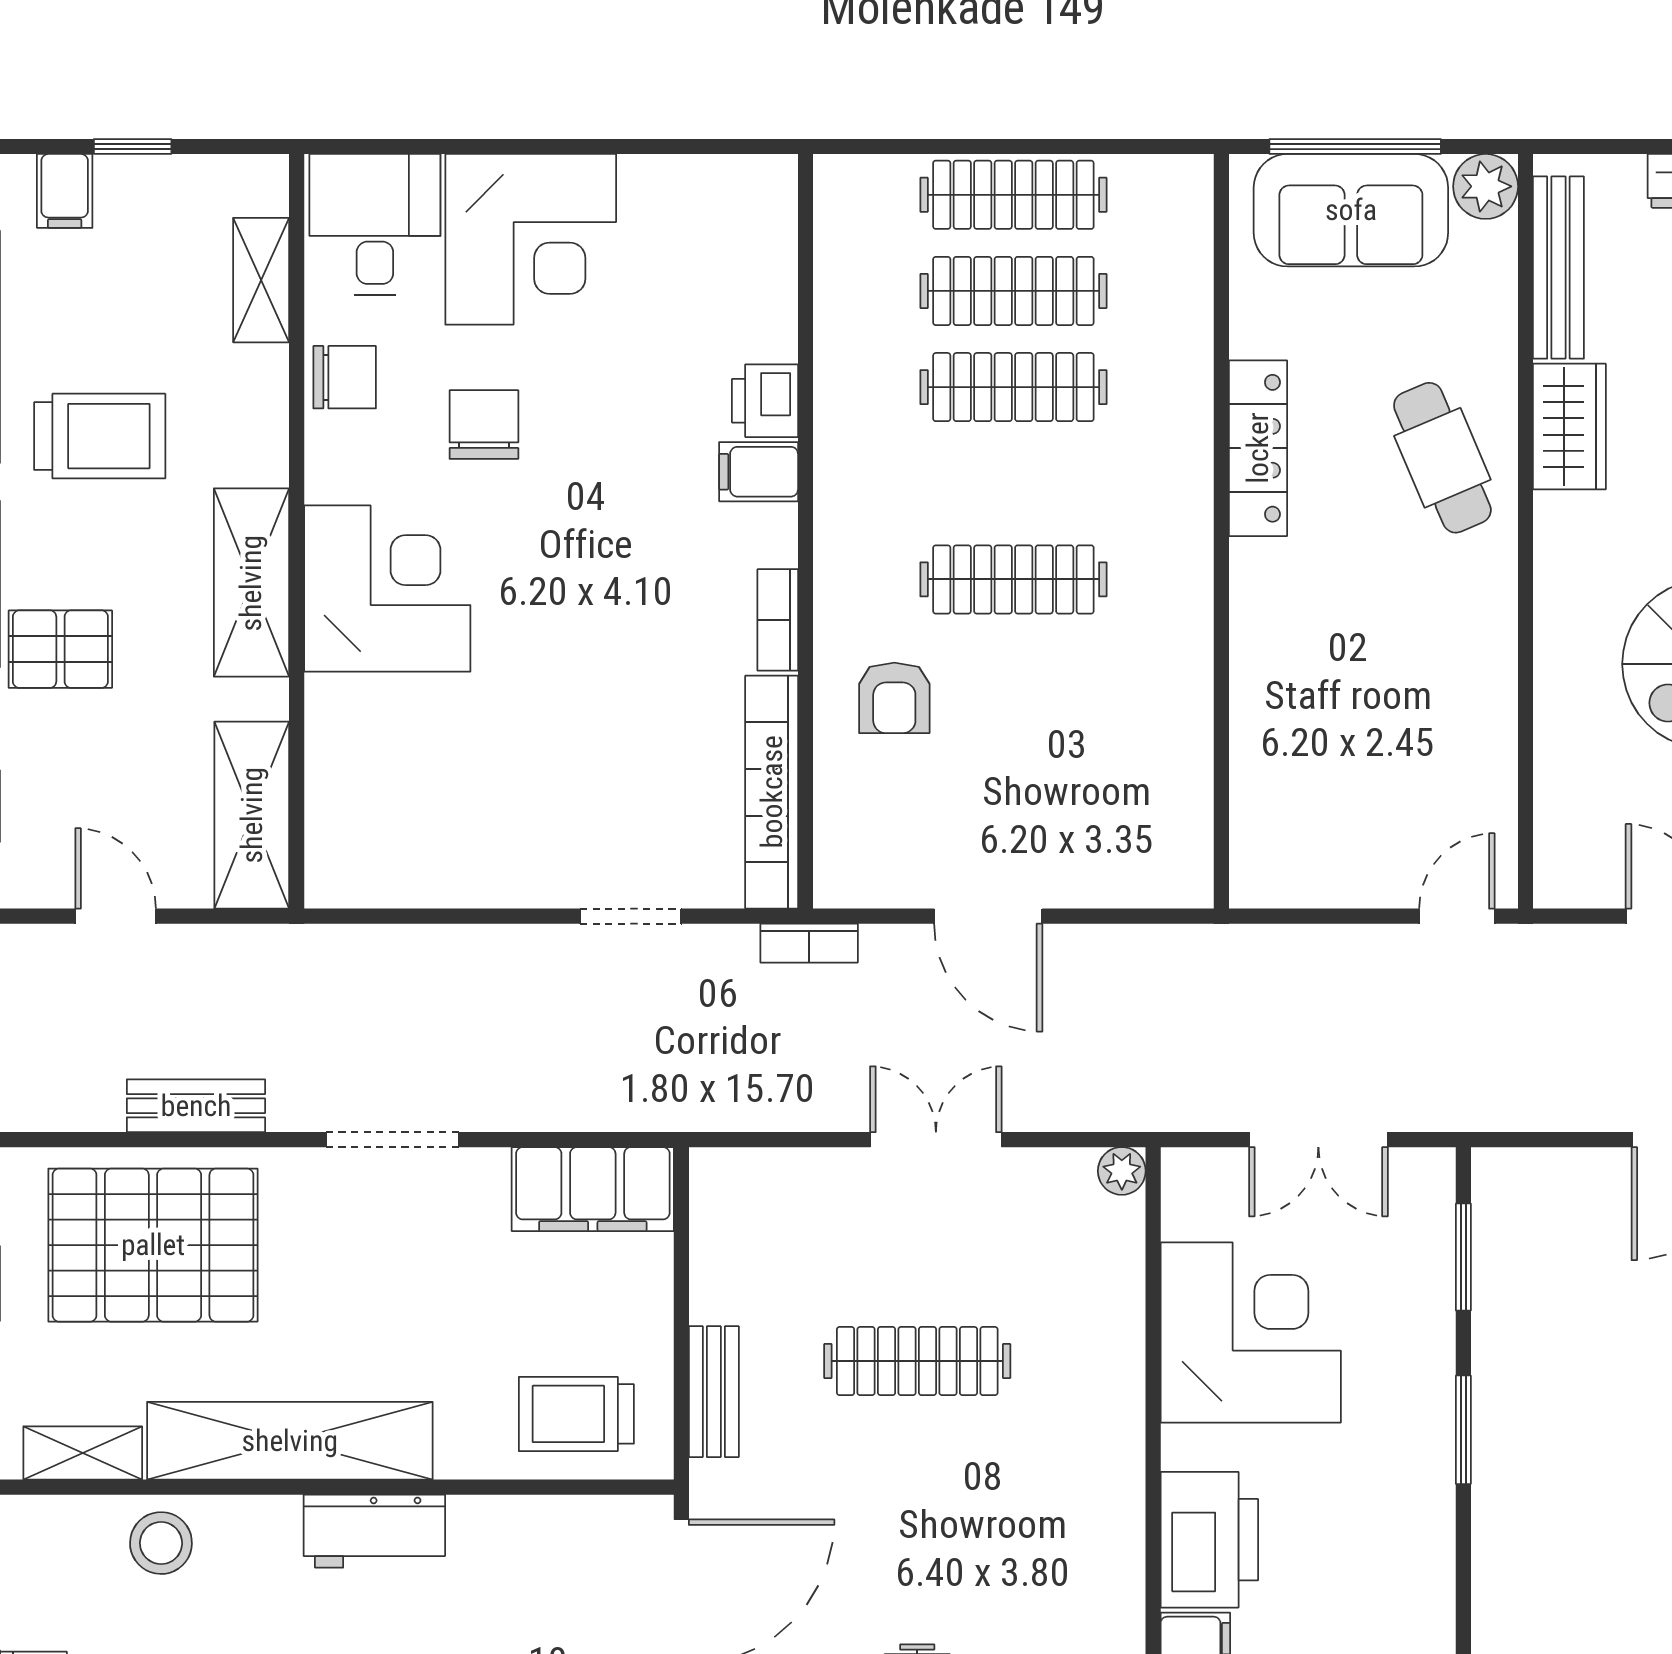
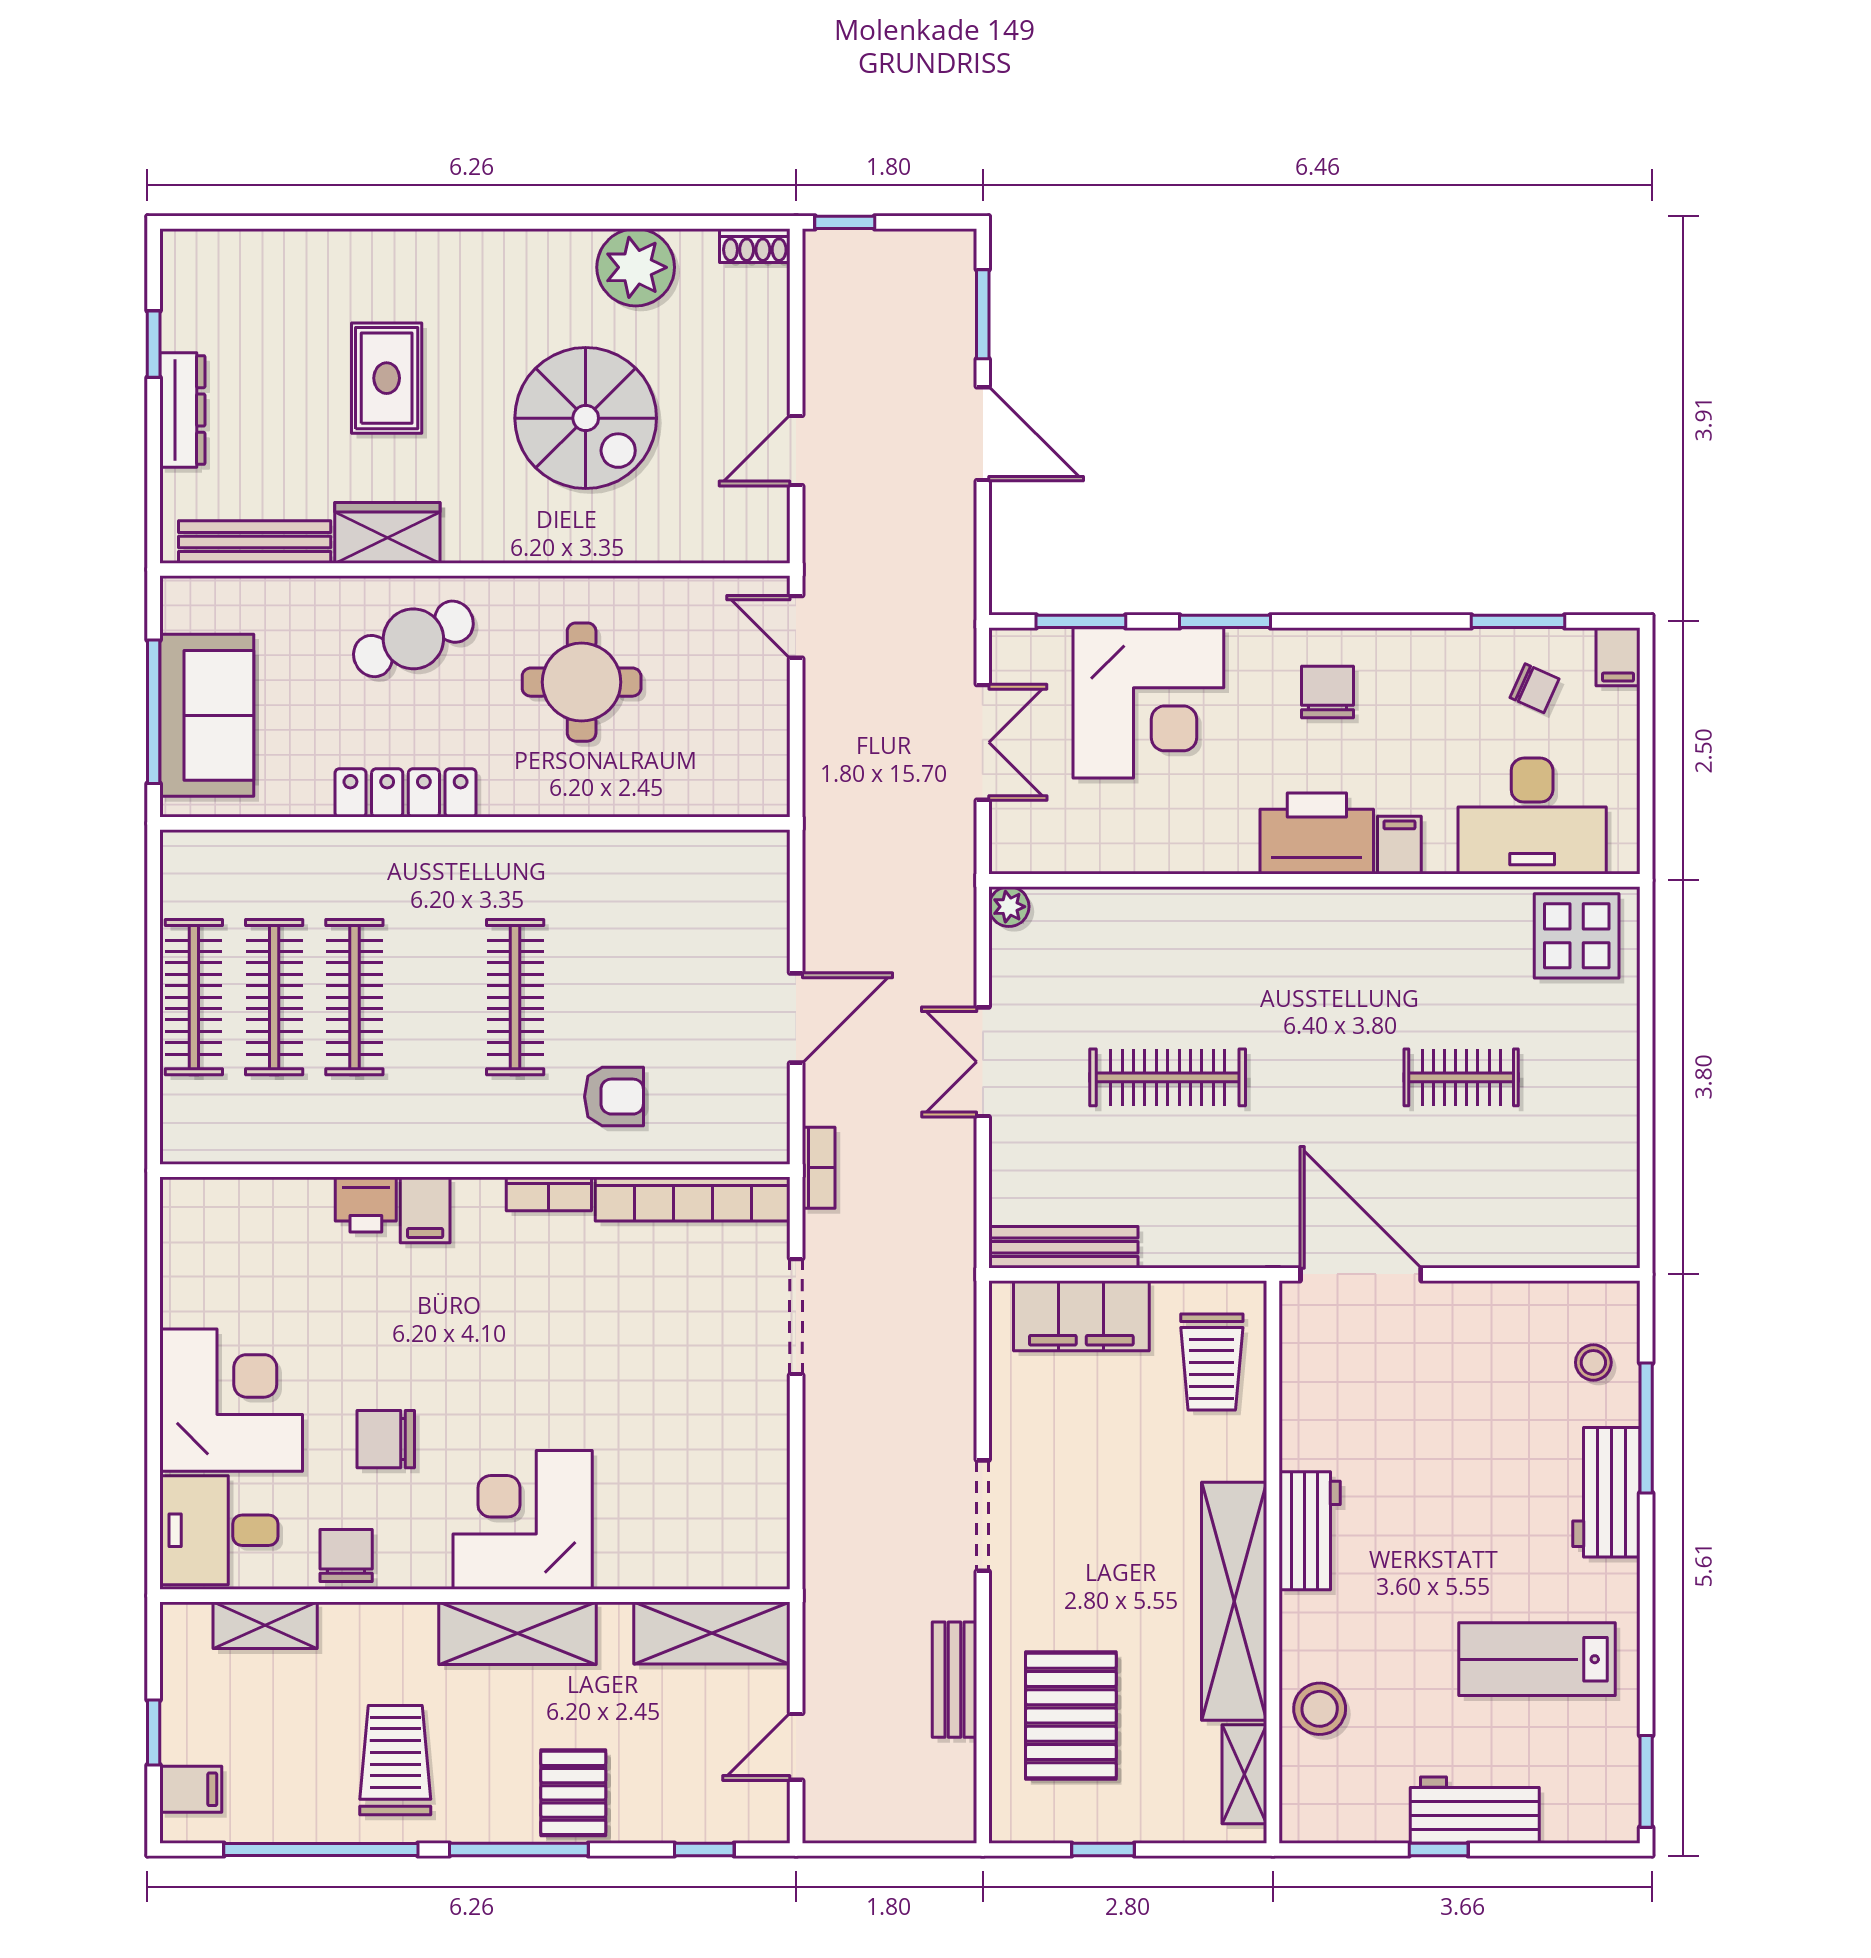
plant: (1486, 186) -> (187, 603), removed
round table: (1391, 659) -> (582, 682), added
doorway: (631, 916) -> (796, 1317), width x1.38
filing cabinet: (593, 1189) -> (1081, 1316), moved, turned 90
pallet: (153, 1245) -> (1071, 1716), width x0.73, depth x0.71
corner desk: (1251, 1333) -> (1148, 703), moved, turned 180
clothes rail: (917, 1361) -> (1168, 1077), turned 90
bench: (714, 1392) -> (1063, 1247), moved, width x1.36
chair: (1379, 1552) -> (1328, 692), added

